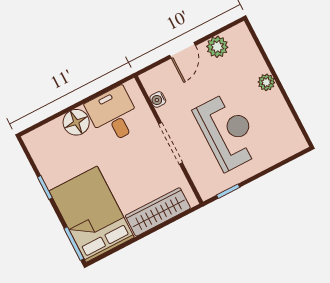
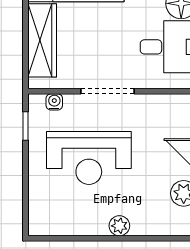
water cooler: (158, 100) -> (54, 102), moved

